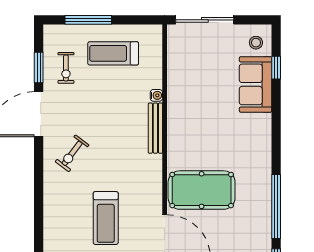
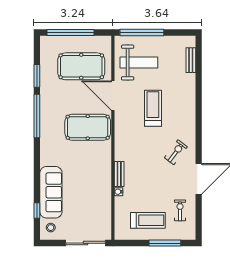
window: (39, 68) -> (199, 211), removed
sofa: (256, 84) -> (51, 192), width x1.36
bench: (155, 128) -> (119, 174), width x0.73

